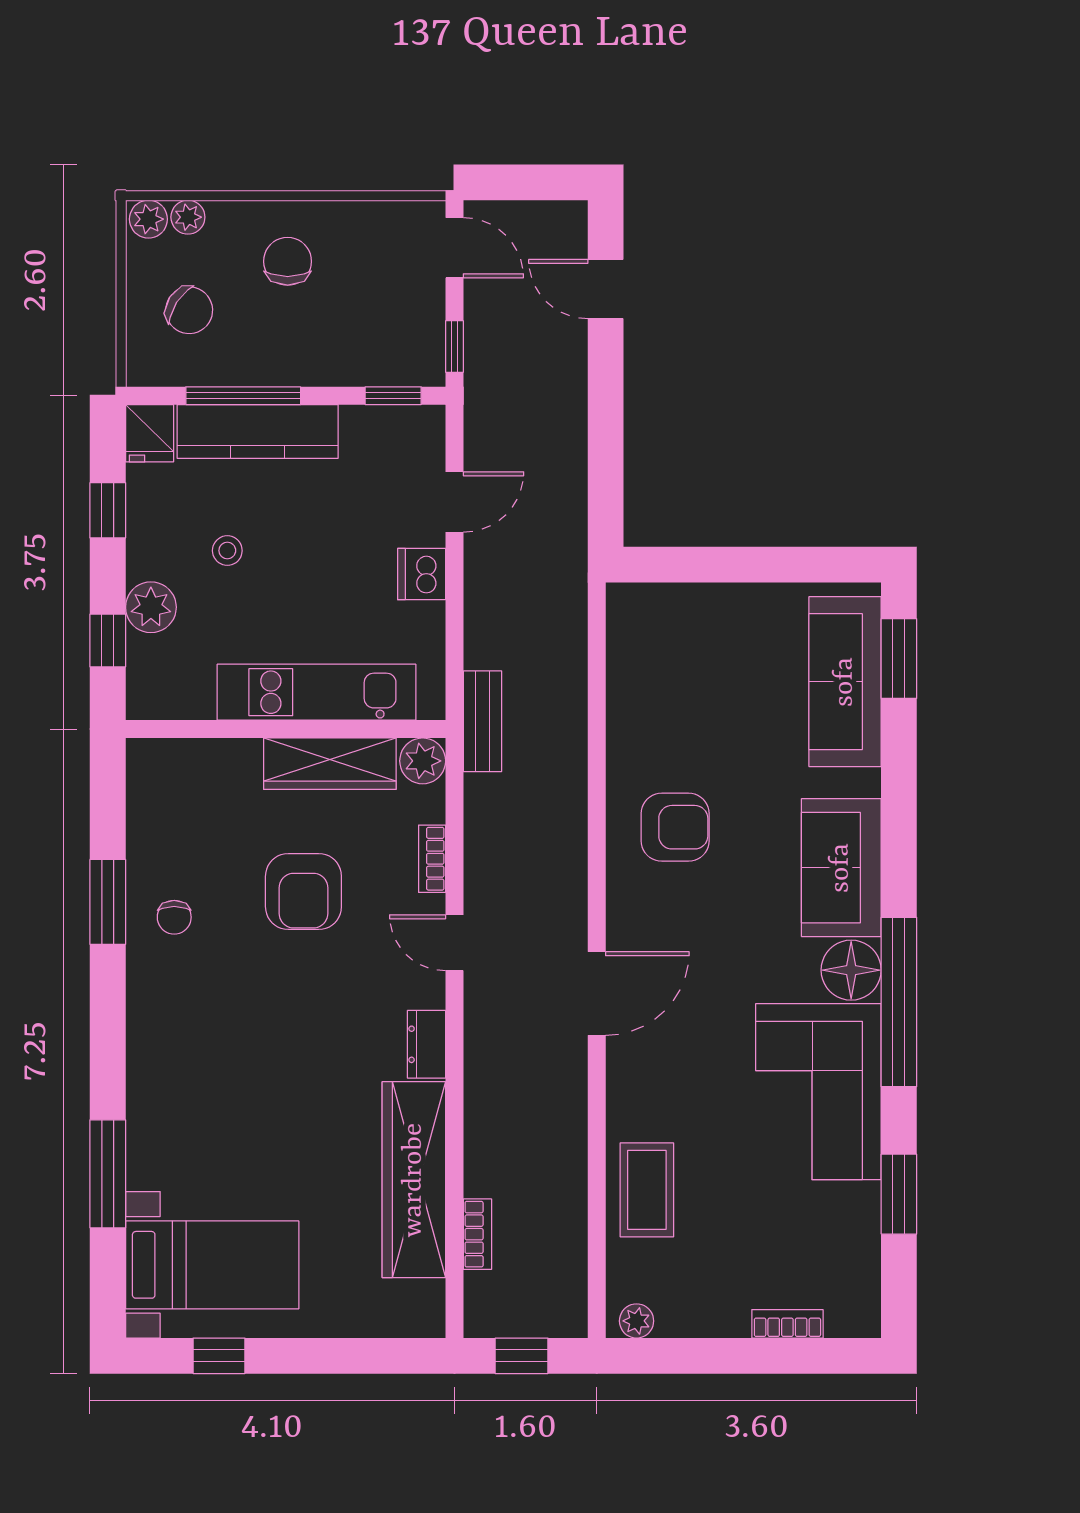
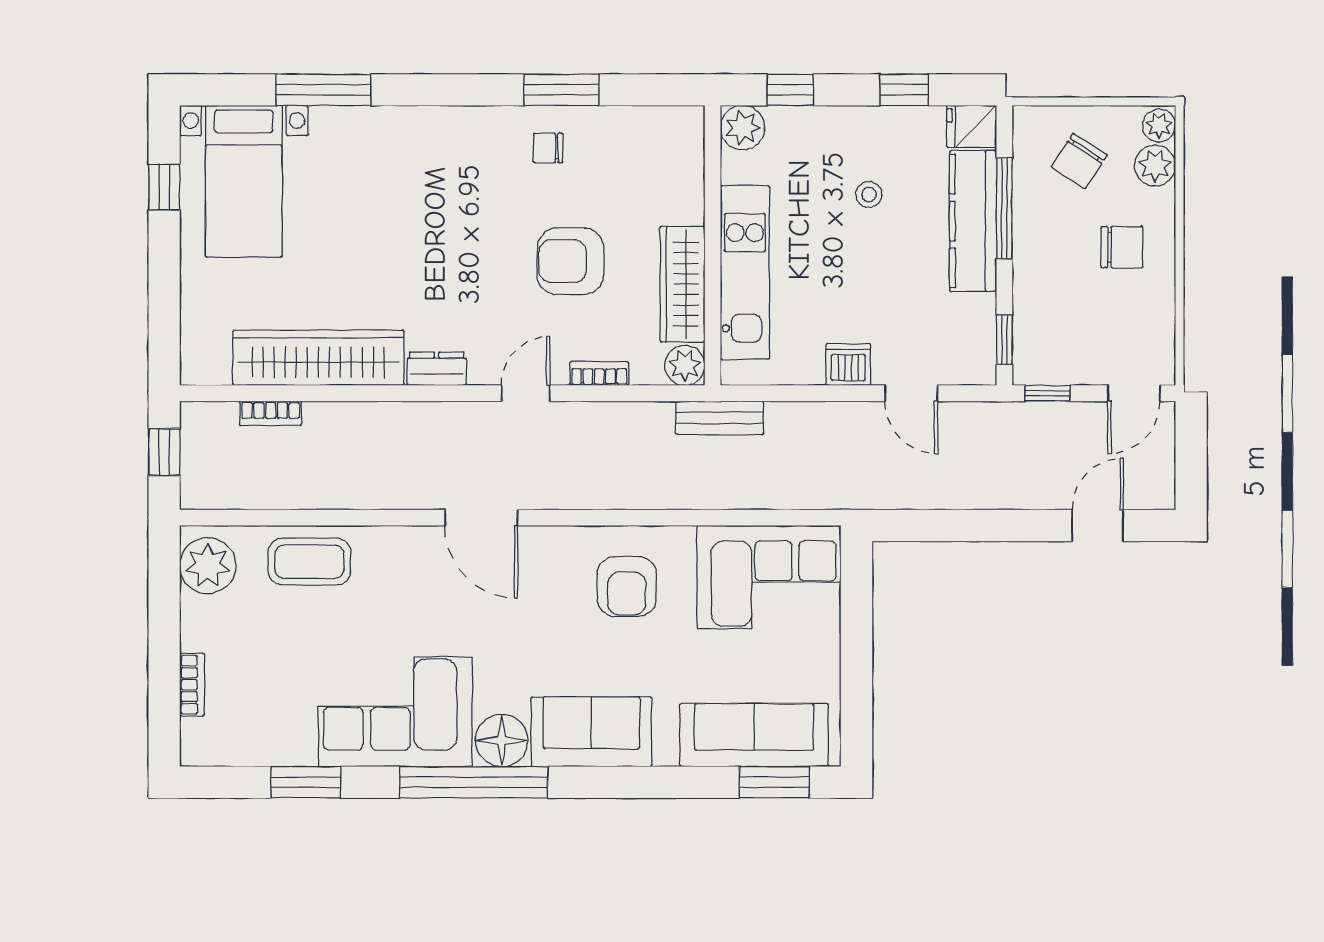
plant: (188, 217) -> (1155, 166), width x1.38, depth x1.38
plant: (151, 607) -> (743, 128), moved
corner sofa: (664, 665) -> (769, 577), added
plant: (637, 1321) -> (208, 566), width x1.87, depth x1.87

